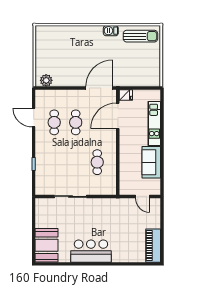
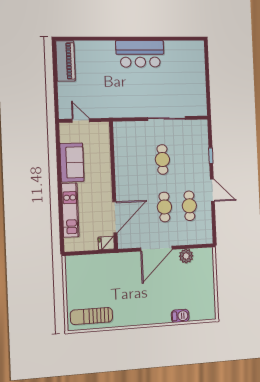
barbecue: (111, 31) -> (180, 316), moved
plant: (46, 80) -> (186, 256), moved
door: (99, 88) -> (156, 249), moved
door: (34, 118) -> (212, 190), moved
cafe table: (97, 162) -> (162, 159), moved
booth: (46, 245) -> (192, 60), removed

